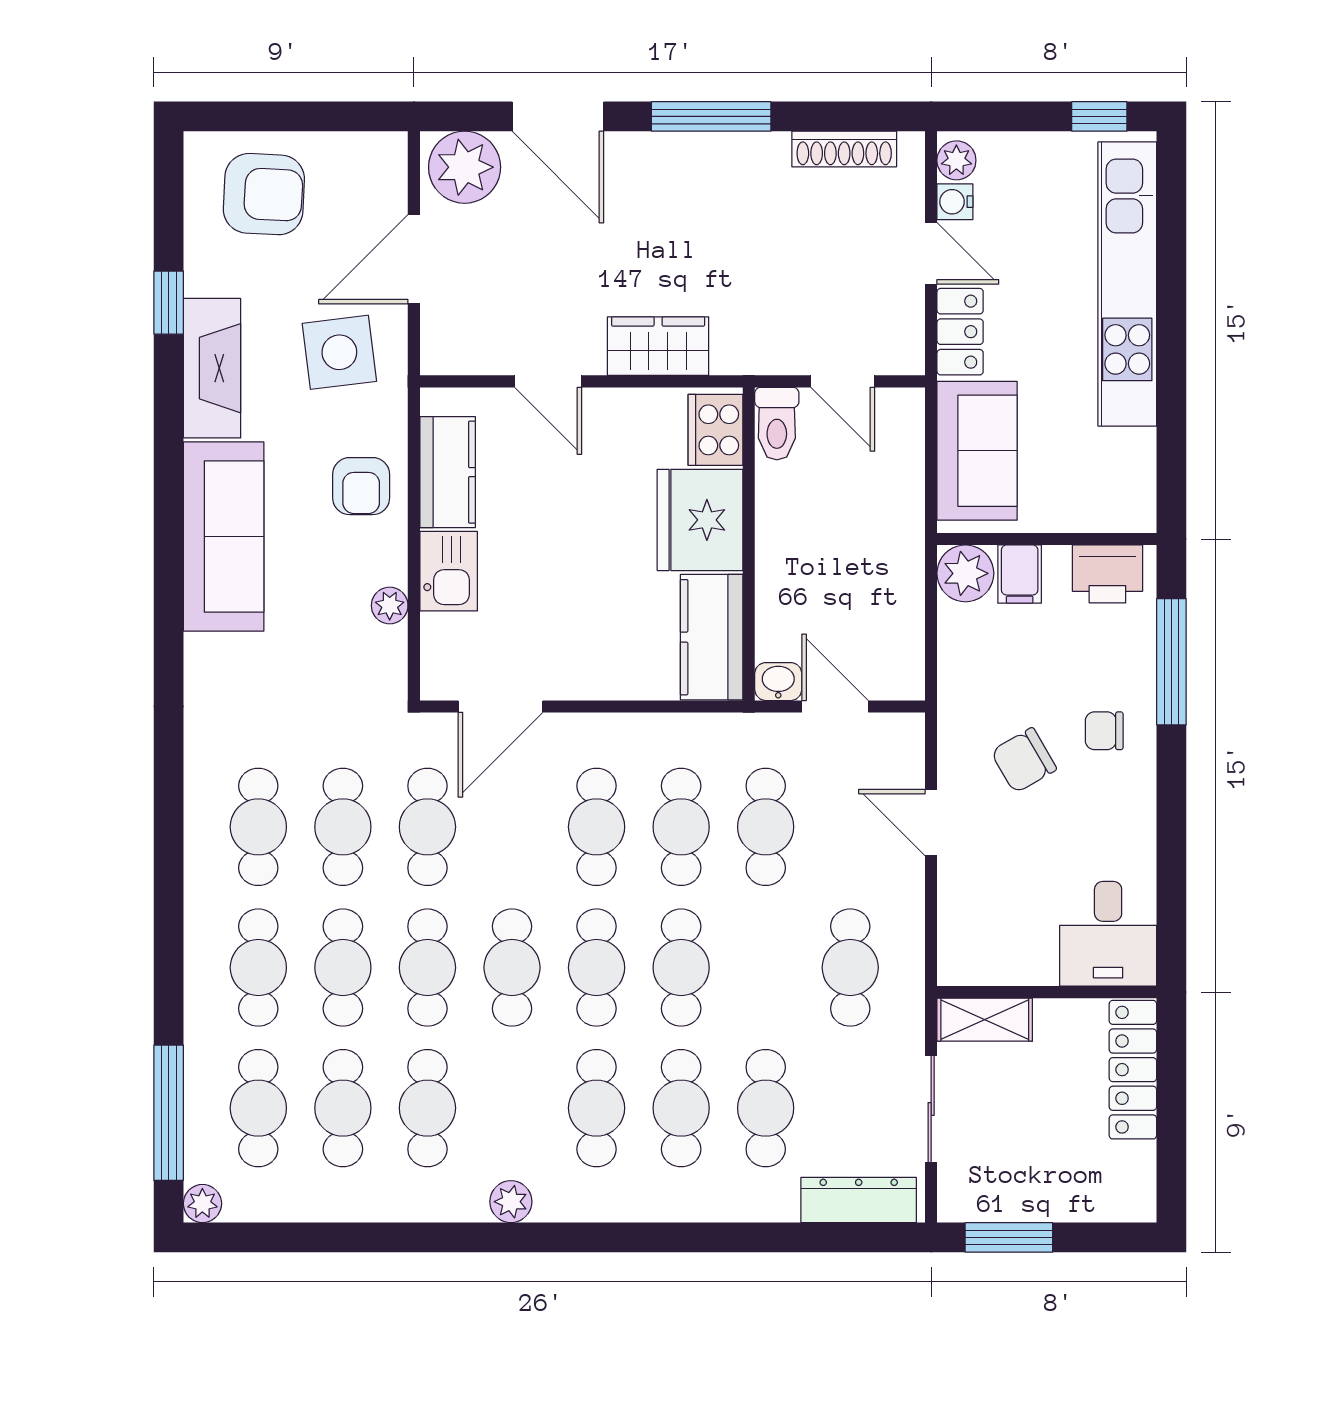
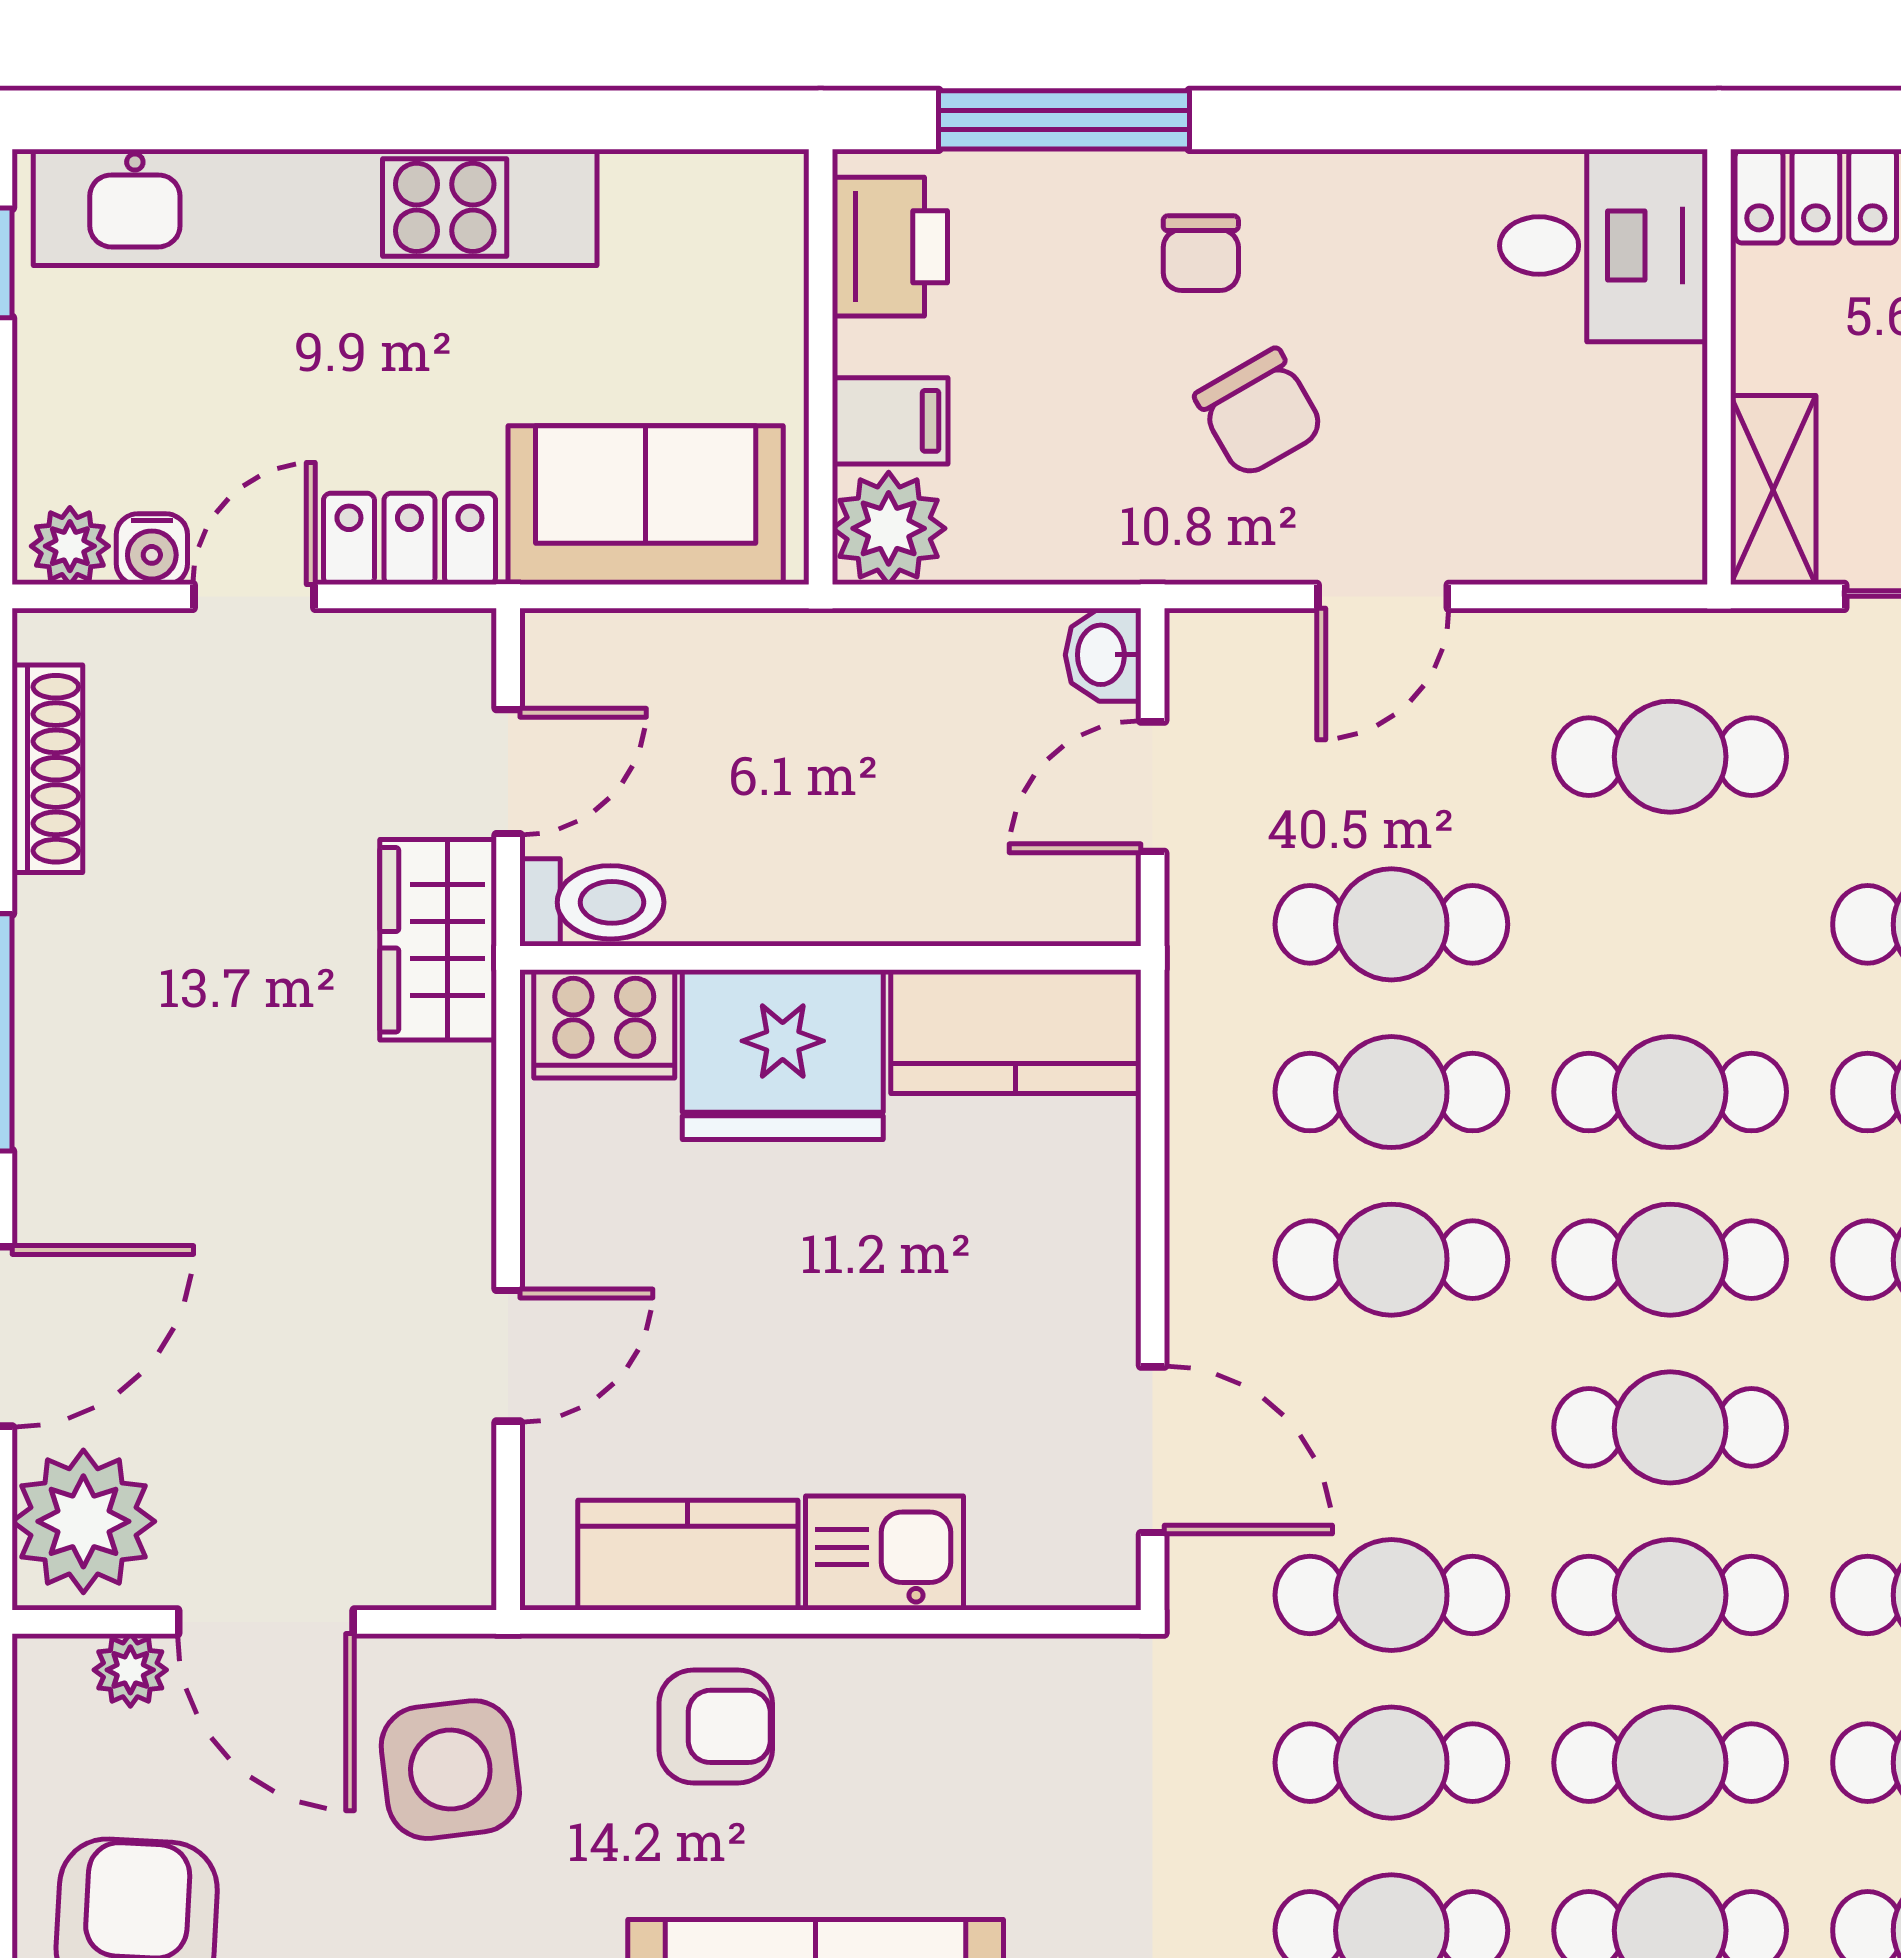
wardrobe: (658, 346) -> (438, 940), moved
plant: (390, 606) -> (130, 1670), moved
washbasin: (778, 682) -> (1103, 655), moved

